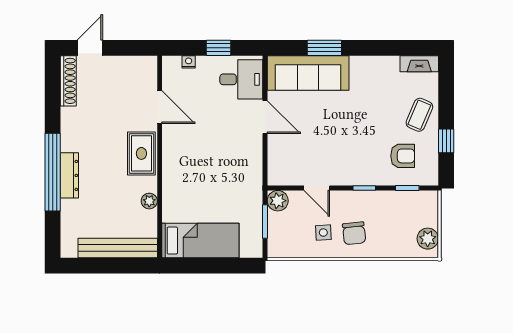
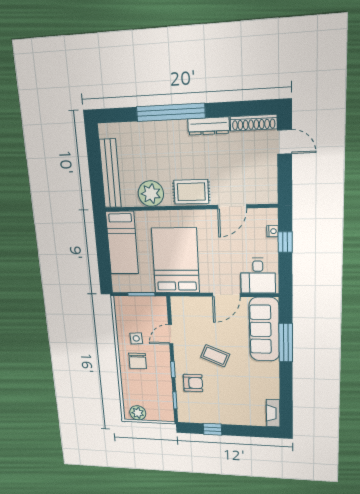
window: (219, 48) -> (285, 242), moved
window: (324, 48) -> (286, 343), width x1.44
coffee table: (419, 115) -> (215, 356), moved
armchair: (403, 156) -> (193, 383), moved, turned -90
dresser: (69, 175) -> (209, 126), moved
bed: (223, 176) -> (176, 261), added
plant: (149, 201) -> (151, 194), width x1.88, depth x1.88
plant: (278, 201) -> (159, 304), removed
chair: (354, 233) -> (138, 361), turned -84

